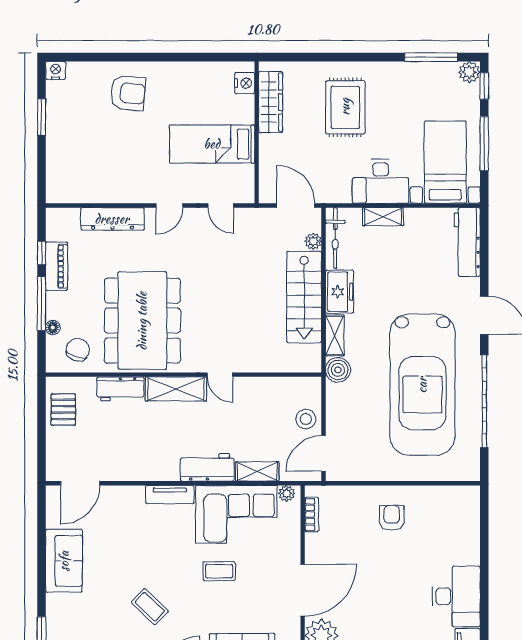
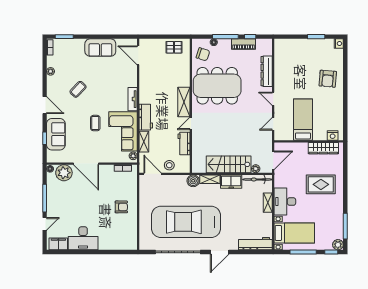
workbench: (120, 389) -> (184, 144), moved

